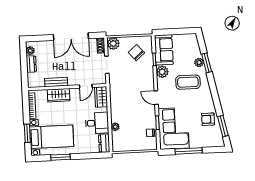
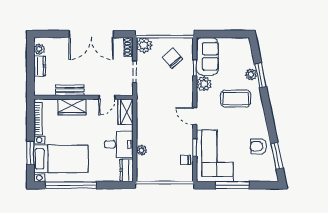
window: (60, 157) -> (71, 185), width x2.11

